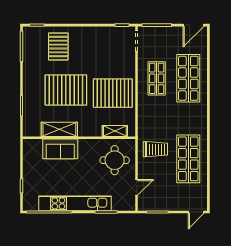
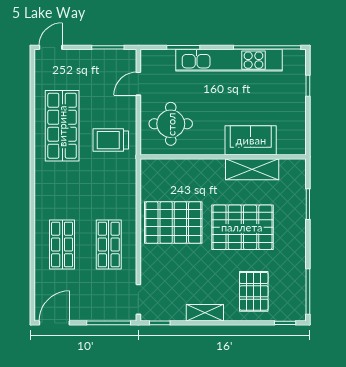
shop shelf: (188, 78) -> (62, 244), width x0.70, depth x0.74
shelving: (115, 131) -> (205, 313), moved

